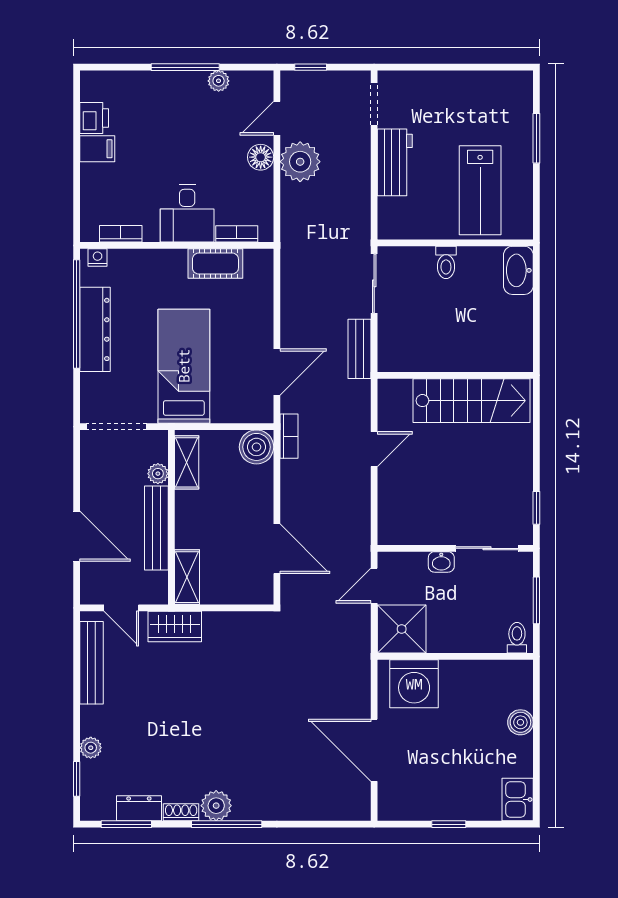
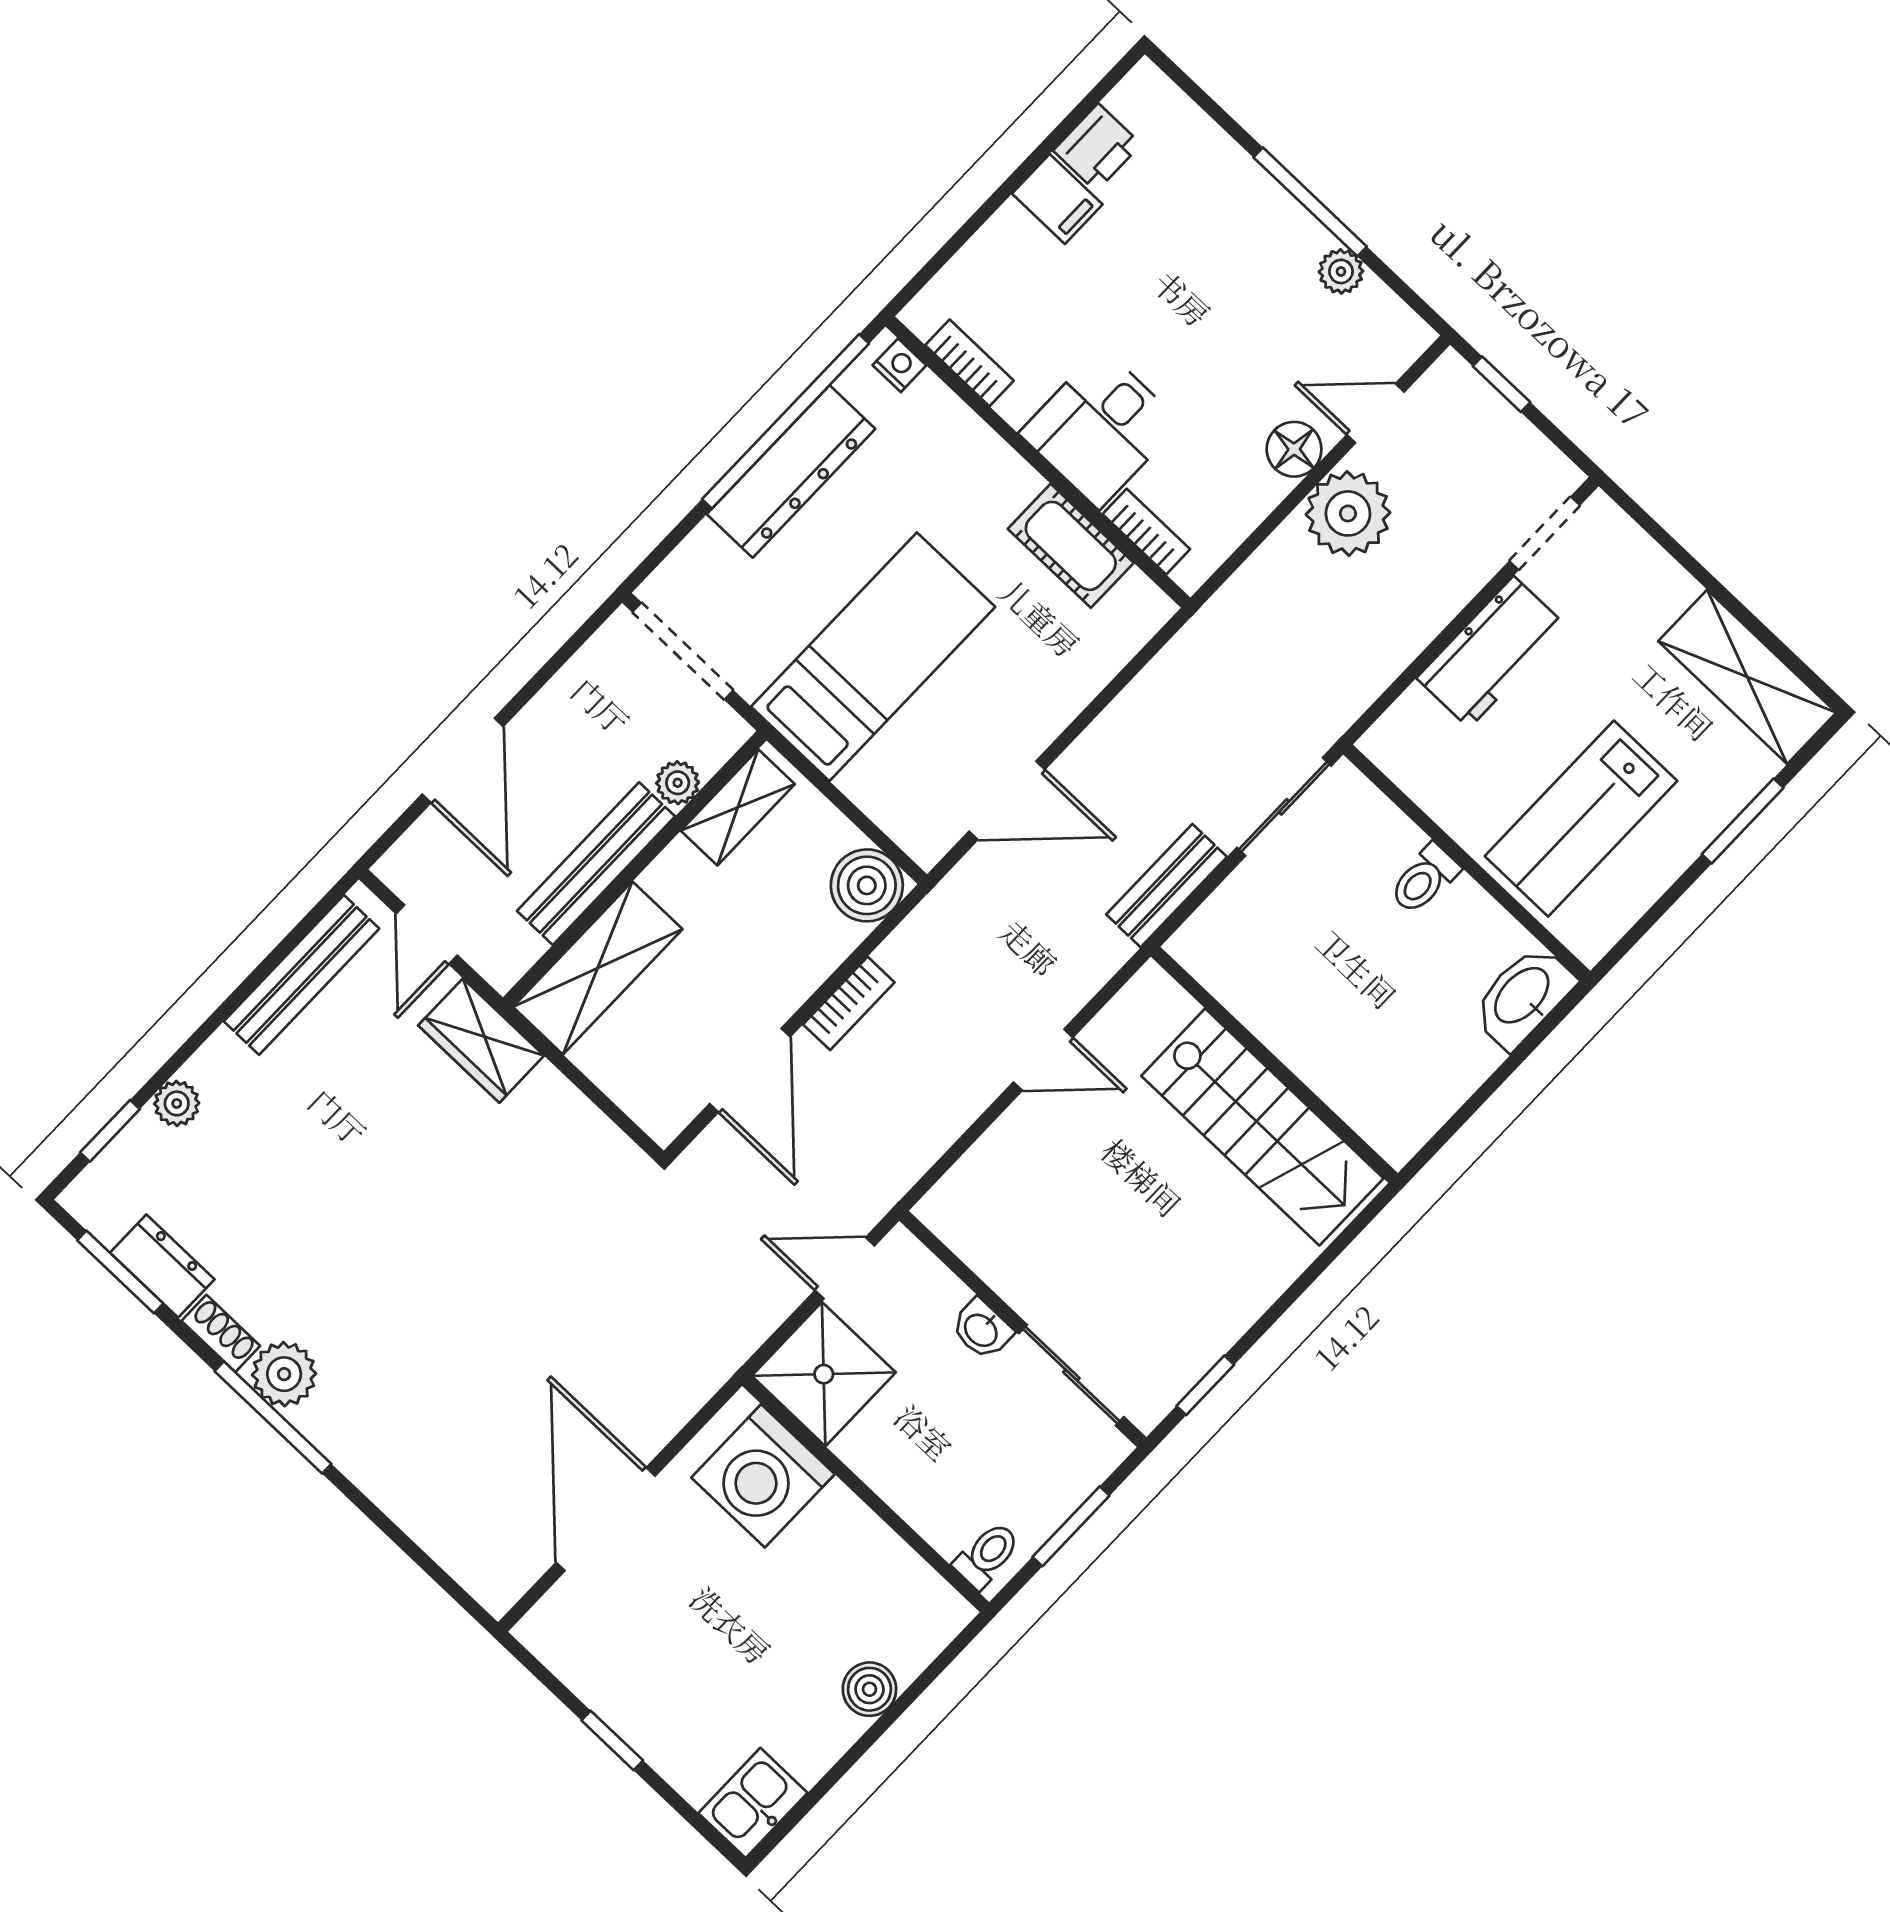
shelving: (491, 87) -> (1747, 677), added
bookcase: (289, 436) -> (849, 1003), moved
shelving: (187, 577) -> (598, 968), width x1.50, depth x1.33

